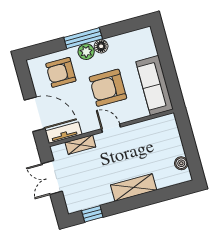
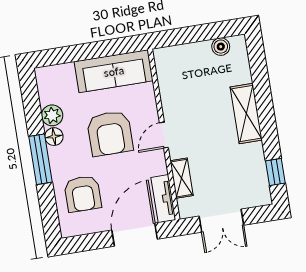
plant: (86, 52) -> (52, 115), moved

